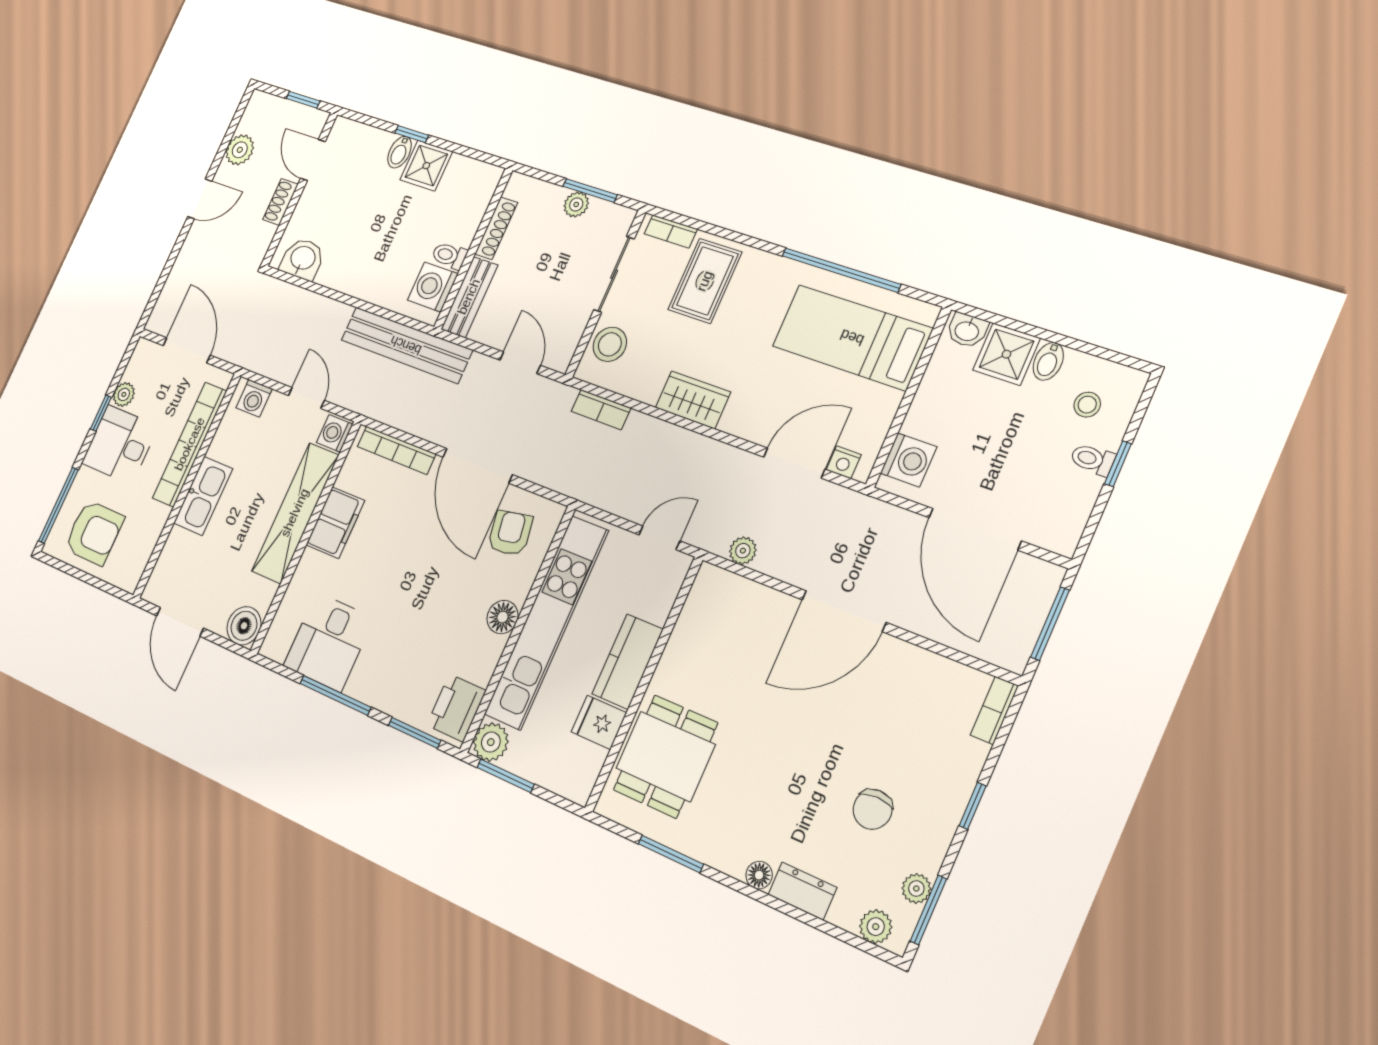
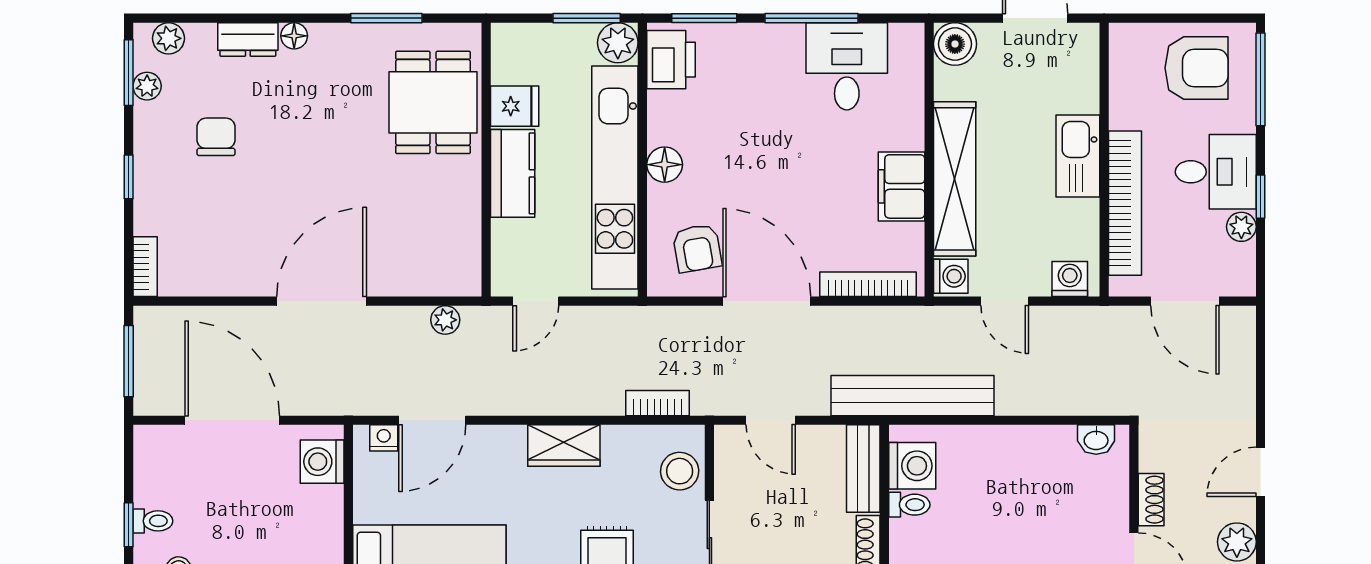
washbasin: (303, 259) -> (1096, 440), width x0.72, depth x0.69
armchair: (94, 533) -> (1197, 68), turned 180

